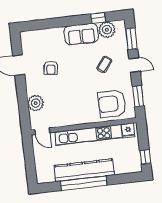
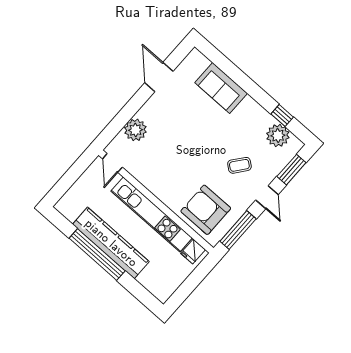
sofa: (81, 34) -> (221, 88), moved
armchair: (51, 68) -> (186, 113), removed
window: (138, 96) -> (238, 230), width x1.44
window: (145, 157) -> (181, 294), removed

